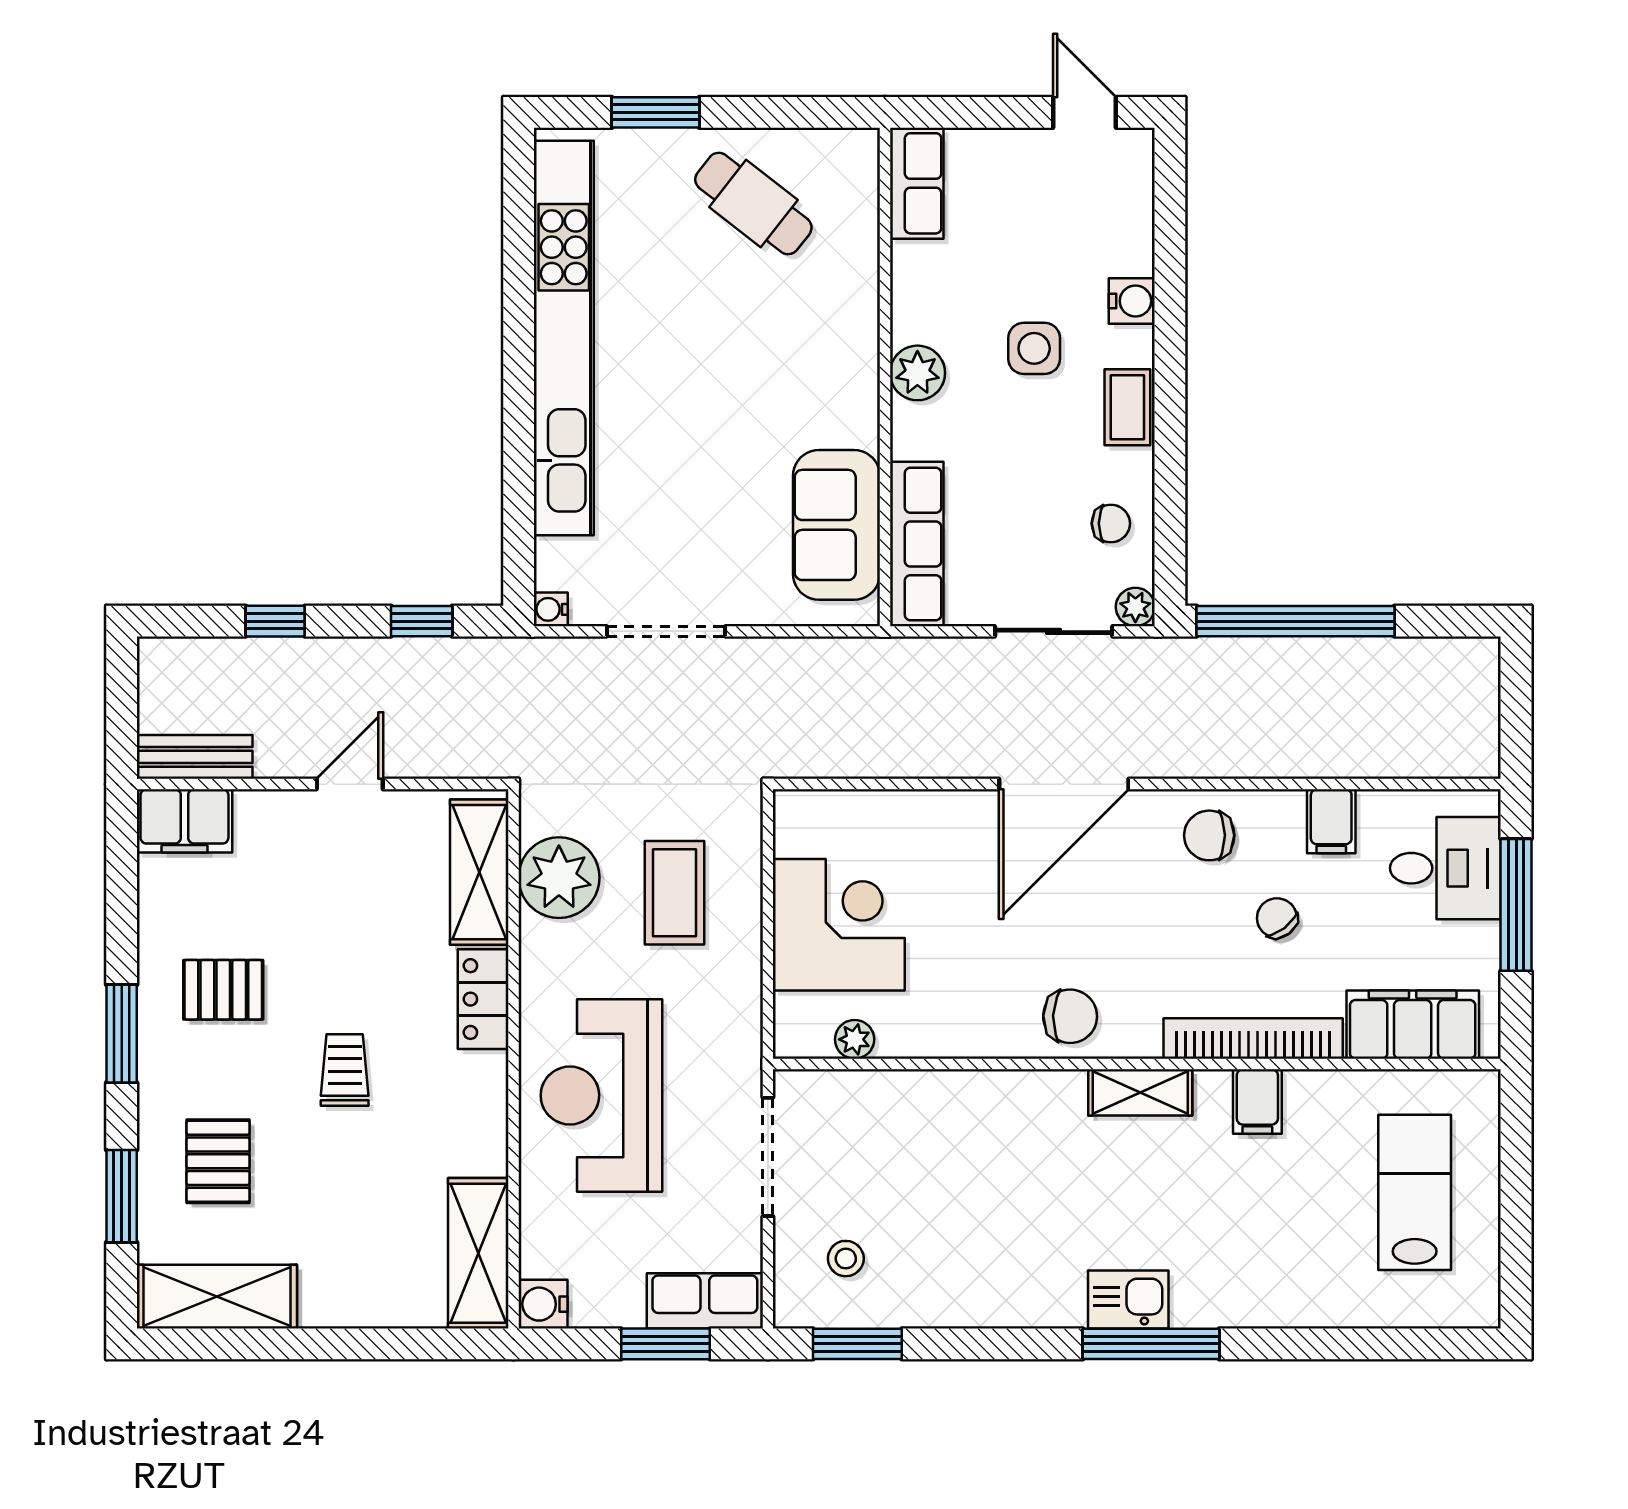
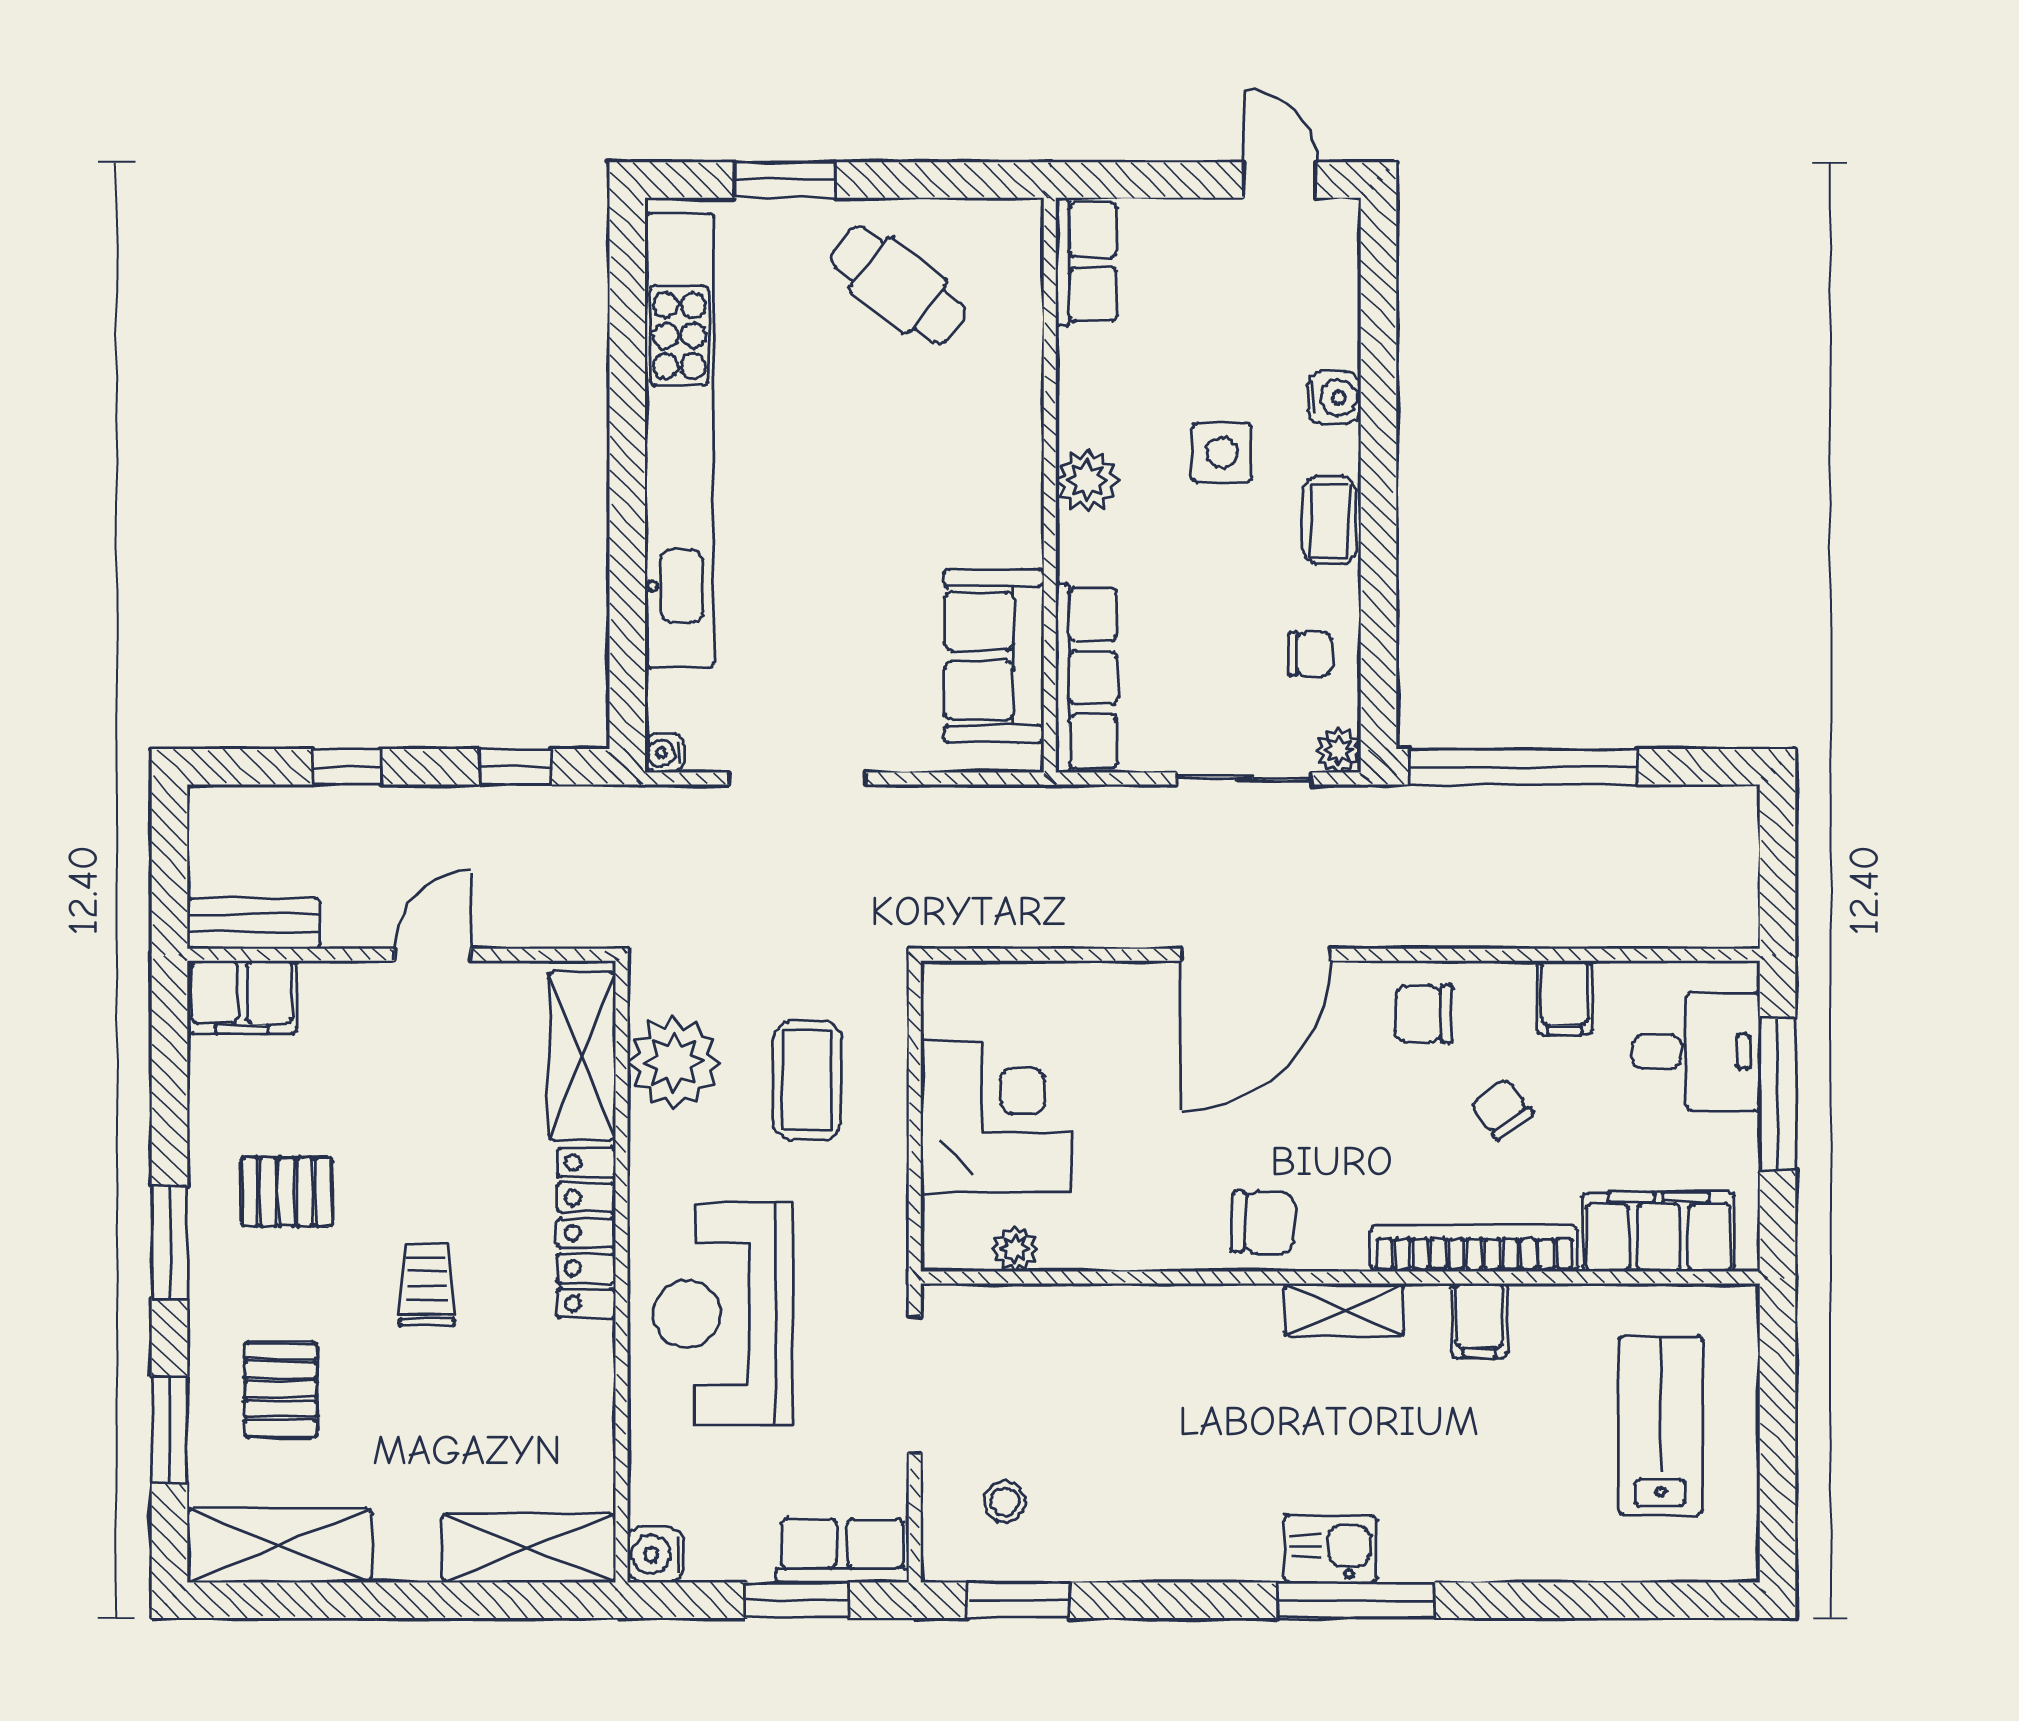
locker: (483, 999) -> (586, 1233), width x1.53
shelving: (478, 1253) -> (529, 1548), moved, turned 90

